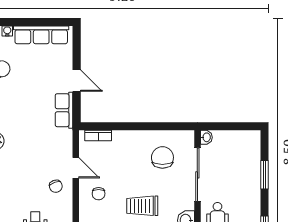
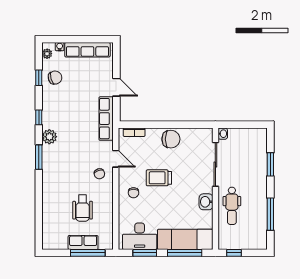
row of seats: (64, 110) -> (106, 119), width x1.48
chair: (162, 157) -> (171, 139), moved, turned 90
chair: (99, 194) -> (133, 193), moved
trolley: (142, 206) -> (159, 178), moved

